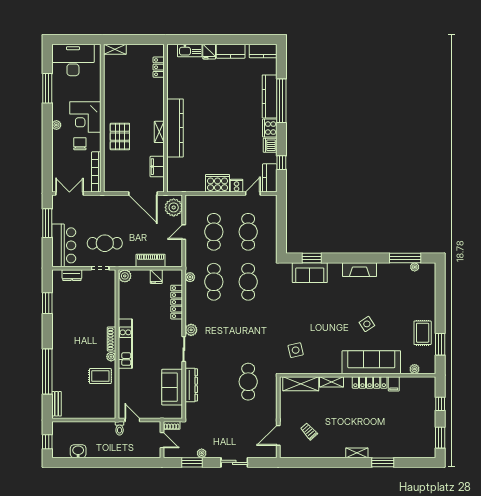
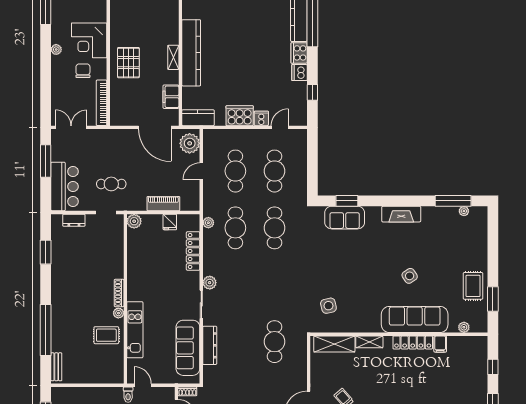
kitchen counter: (270, 178) -> (198, 118), moved, turned 90
cafe table: (105, 243) -> (111, 184), width x0.73, depth x0.74
kitchen unit: (125, 344) -> (135, 330), moved
sofa: (172, 387) -> (188, 348), width x1.36

